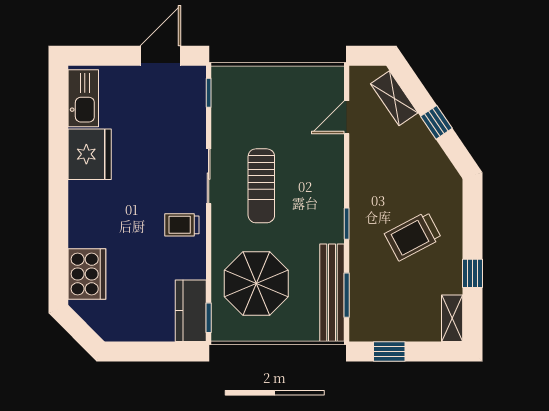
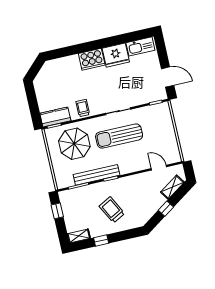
sun lounger: (261, 186) -> (119, 136), width x1.36, depth x1.34
trolley: (182, 225) -> (83, 108), moved
cooker: (87, 274) -> (92, 59), moved
bench: (332, 293) -> (97, 175), moved

